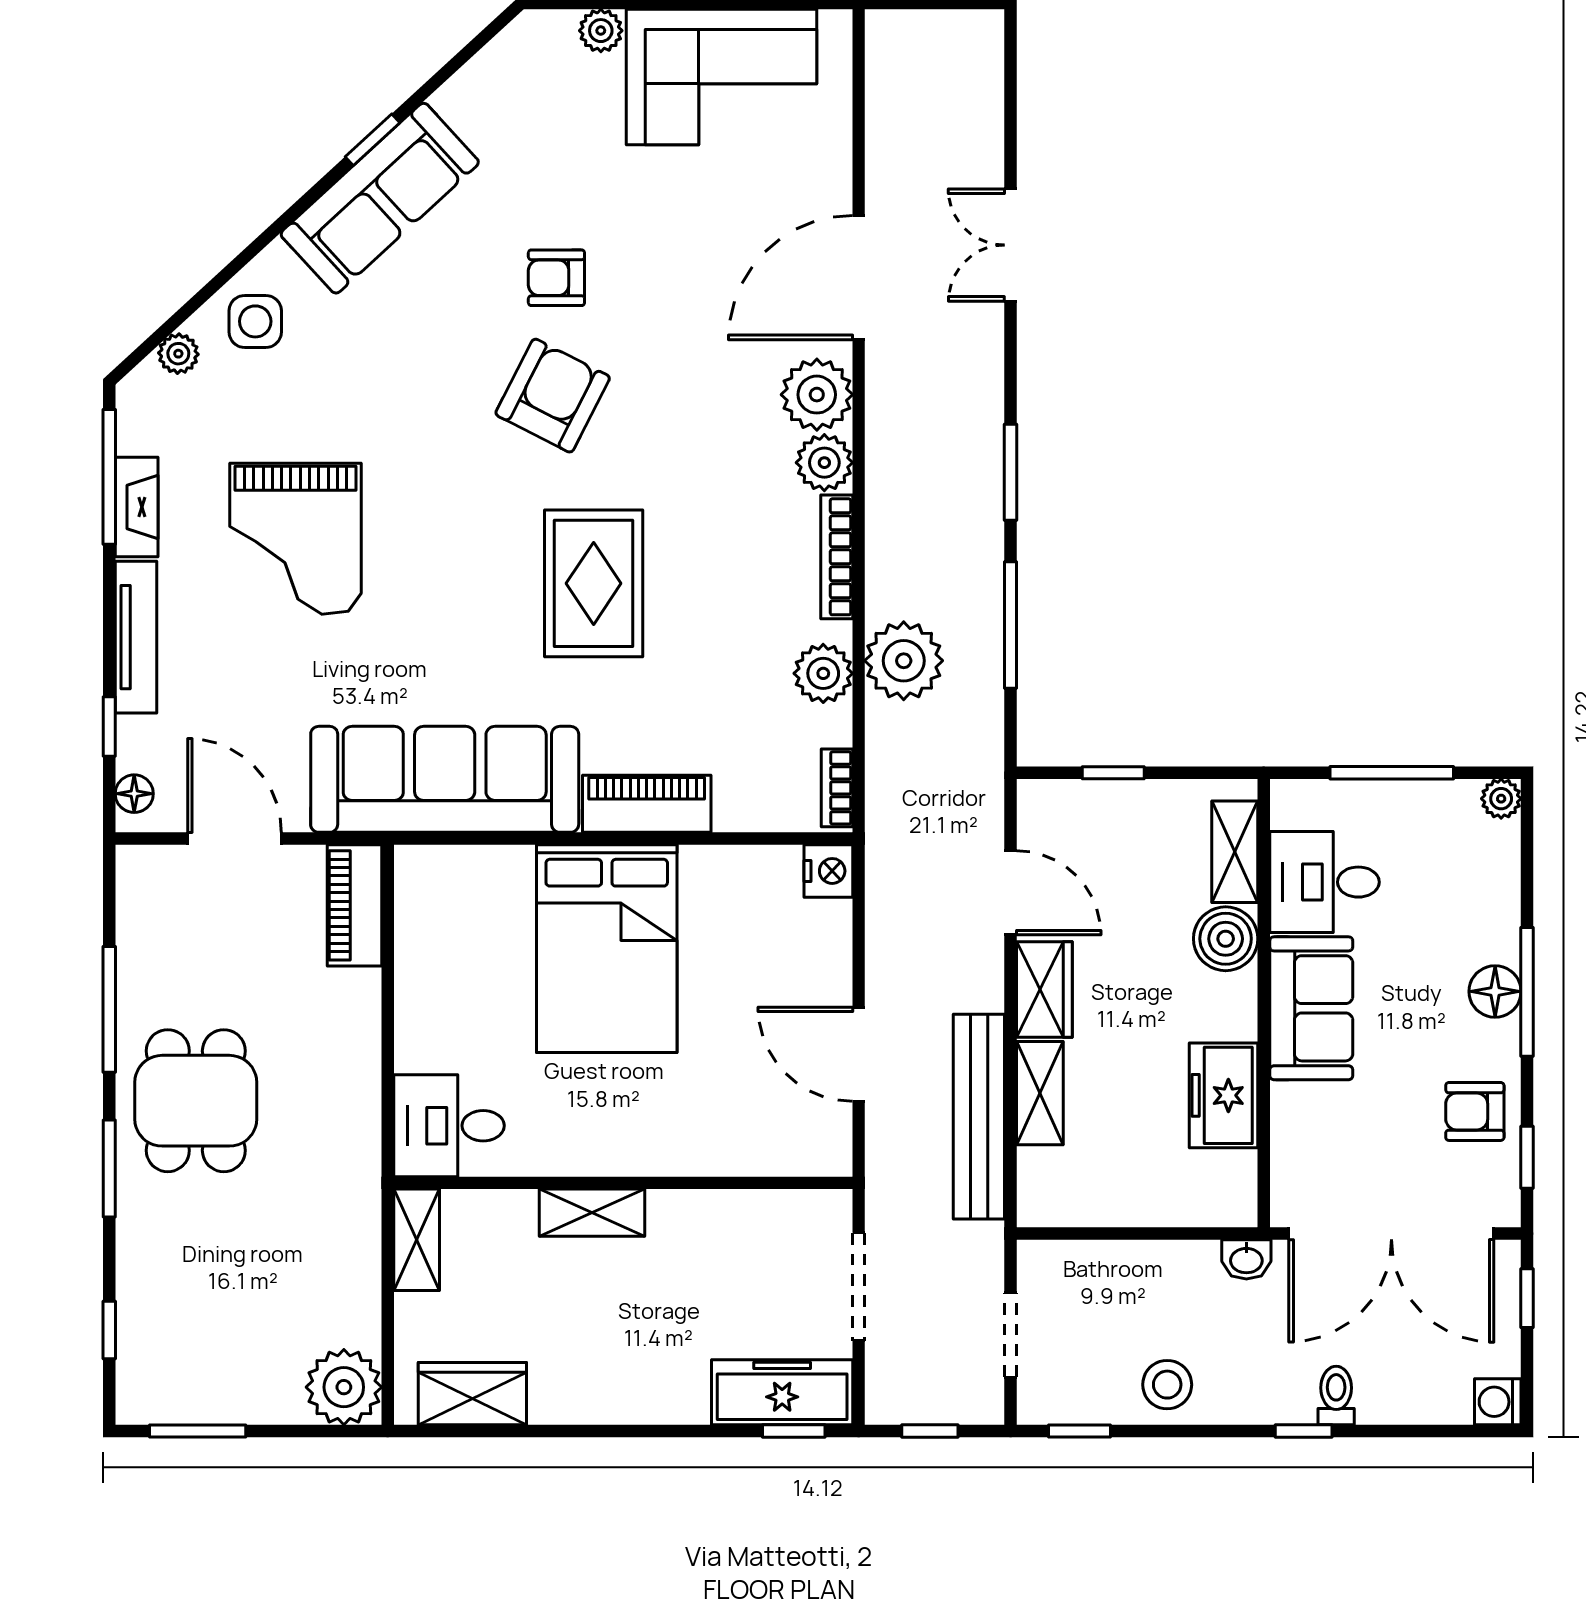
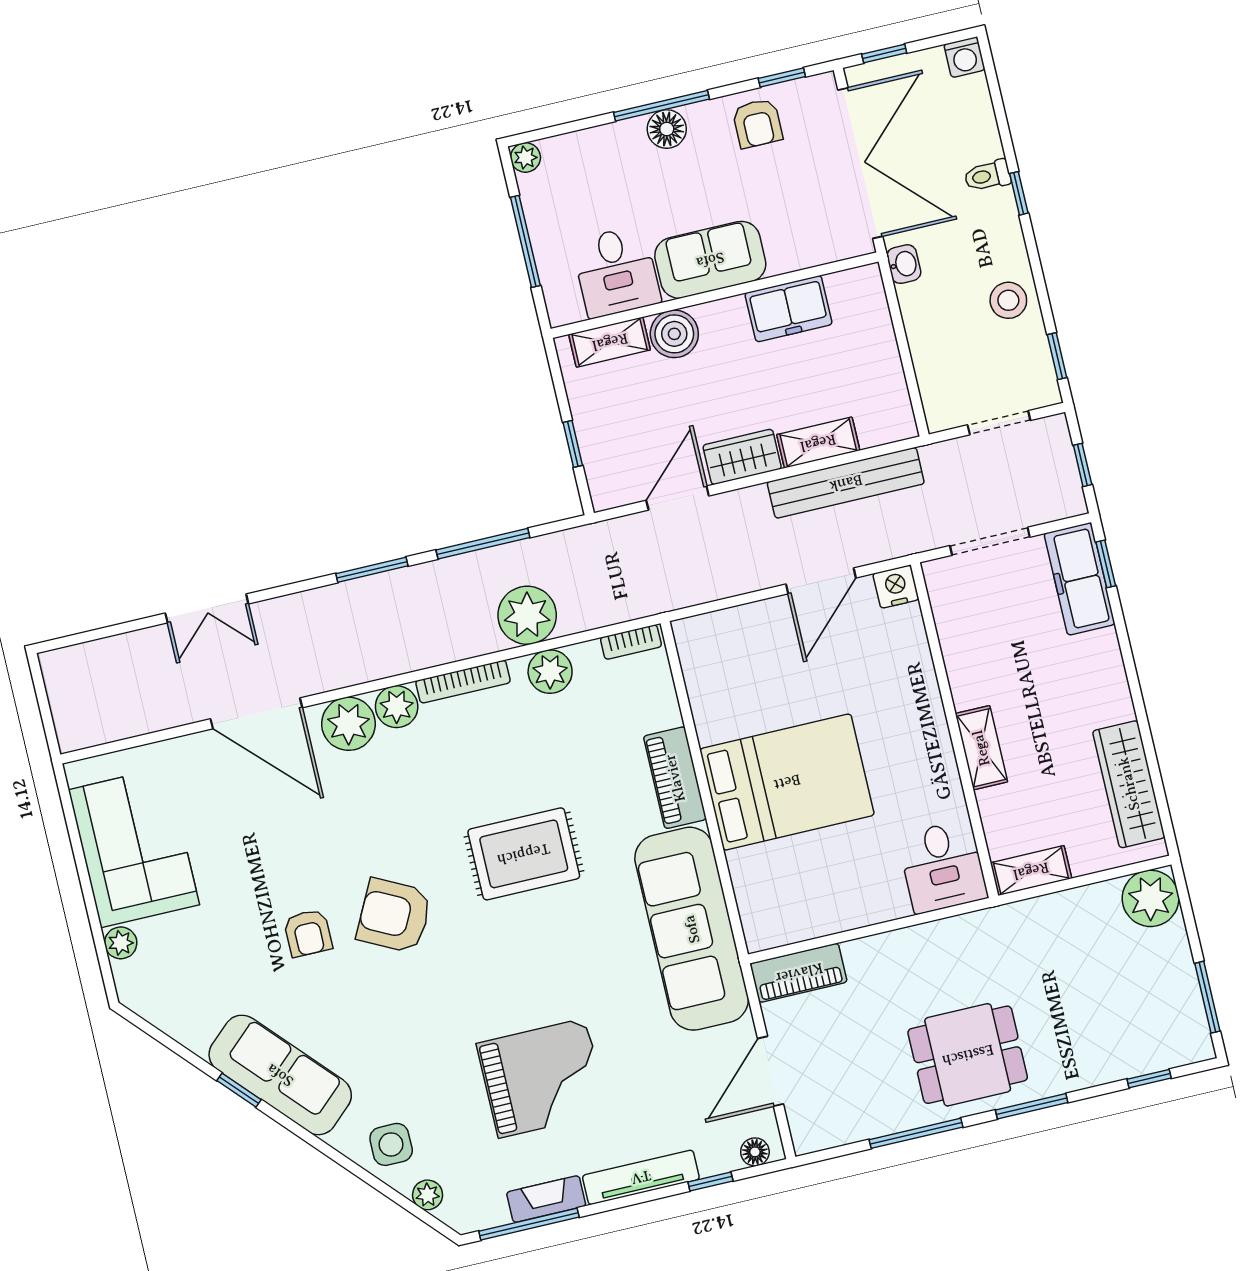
nightstand: (828, 871) -> (896, 587), moved
wardrobe: (472, 1394) -> (1129, 784), width x1.50

